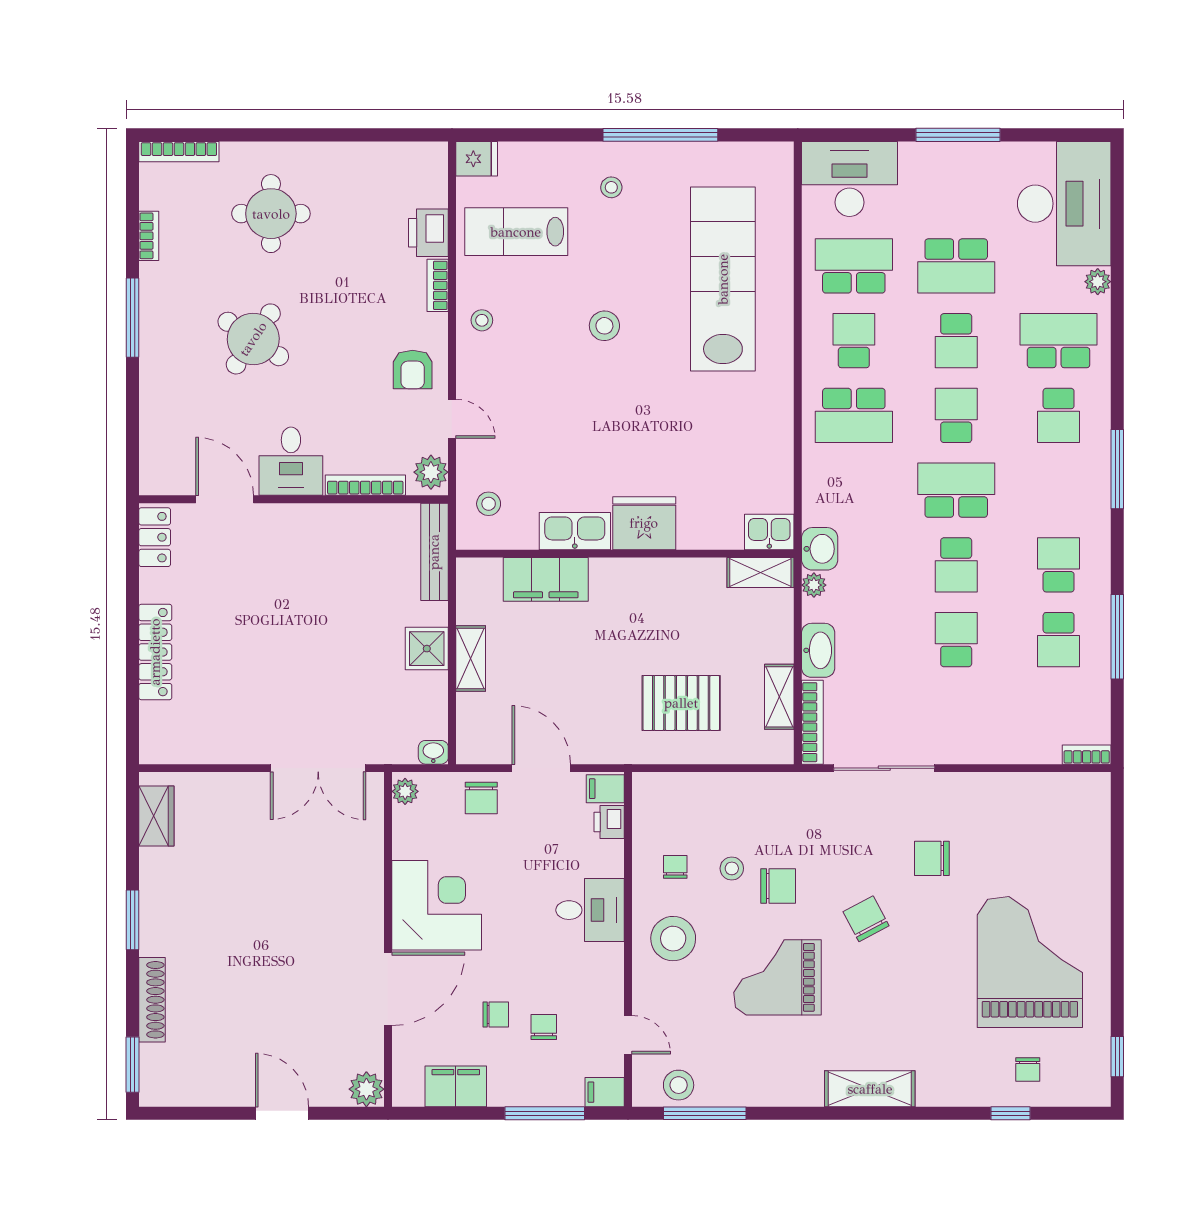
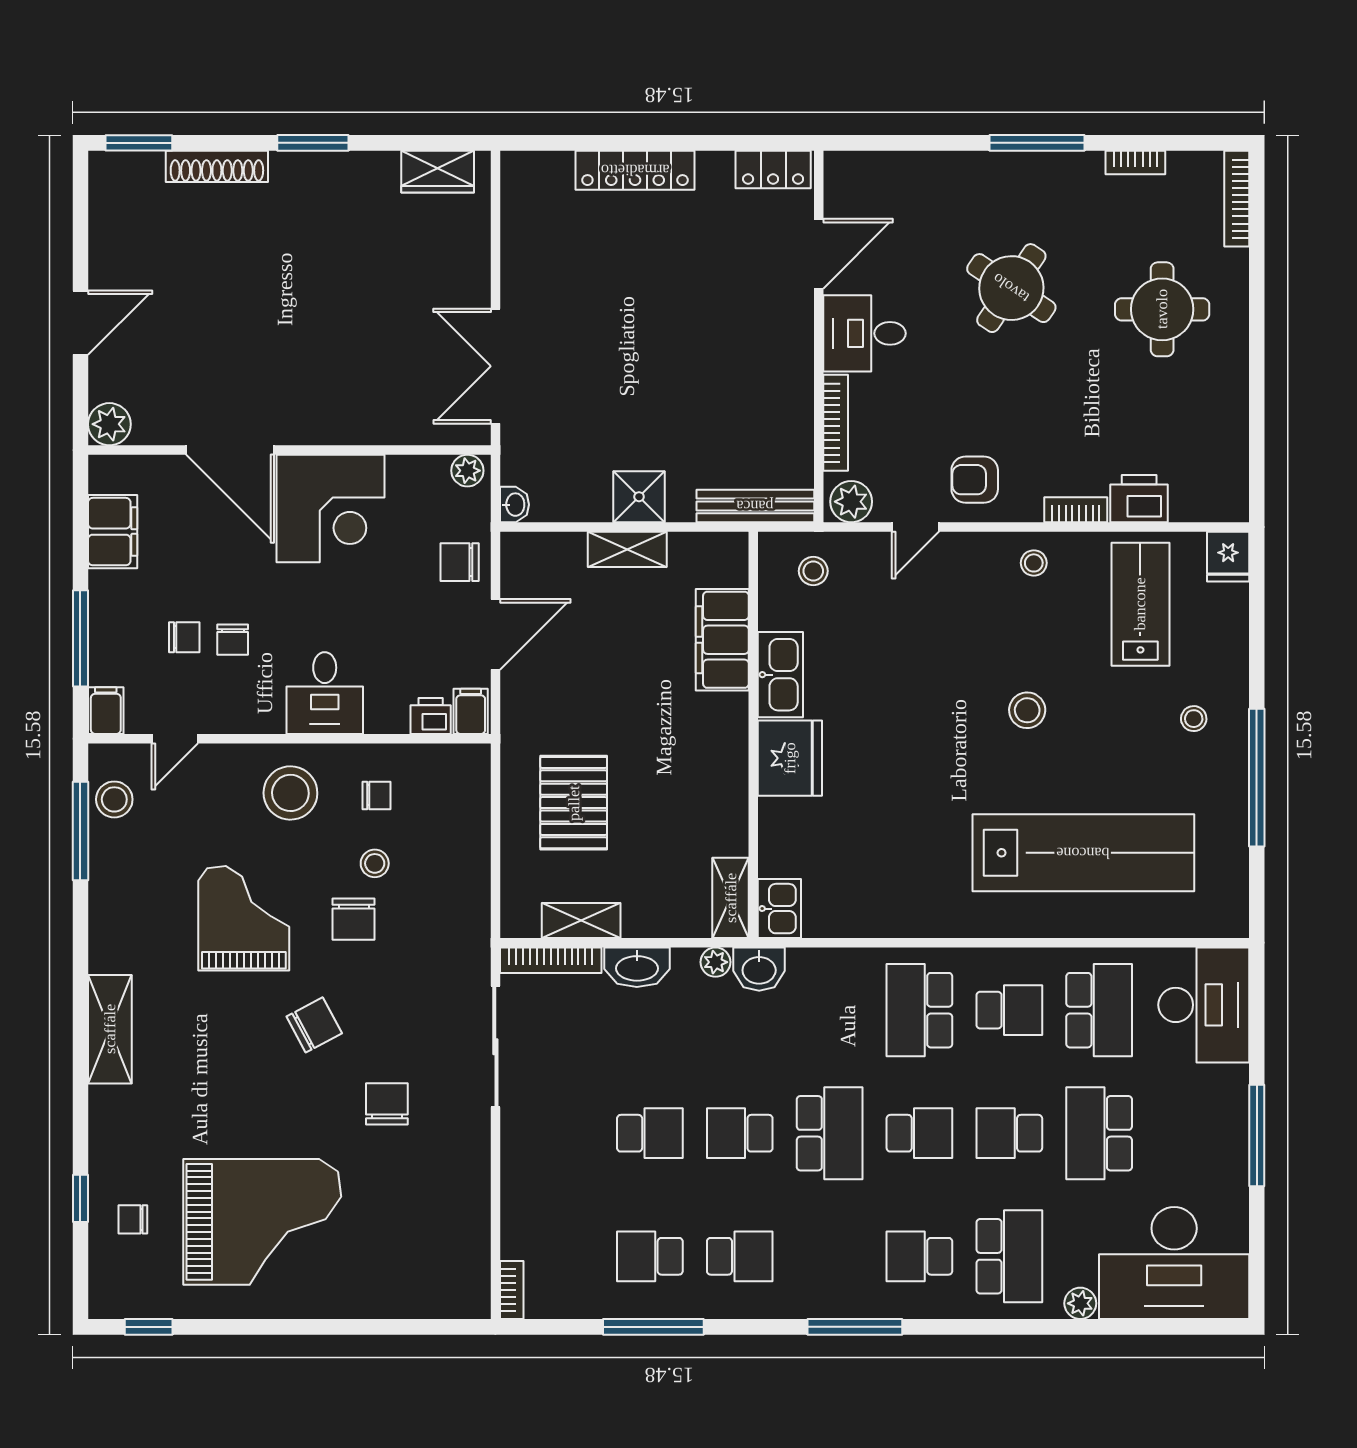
chair: (496, 1015) -> (233, 640), moved

